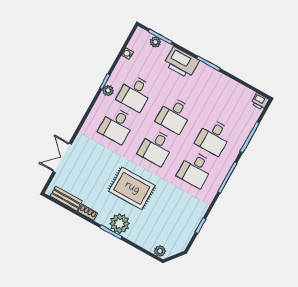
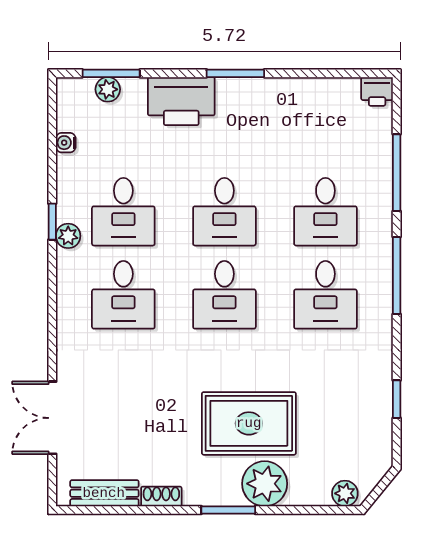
rug: (132, 188) -> (249, 423), moved
plant: (120, 224) -> (265, 484), moved

